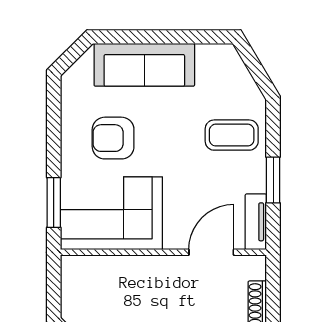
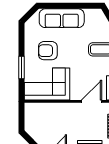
window: (54, 203) -> (21, 67), moved

